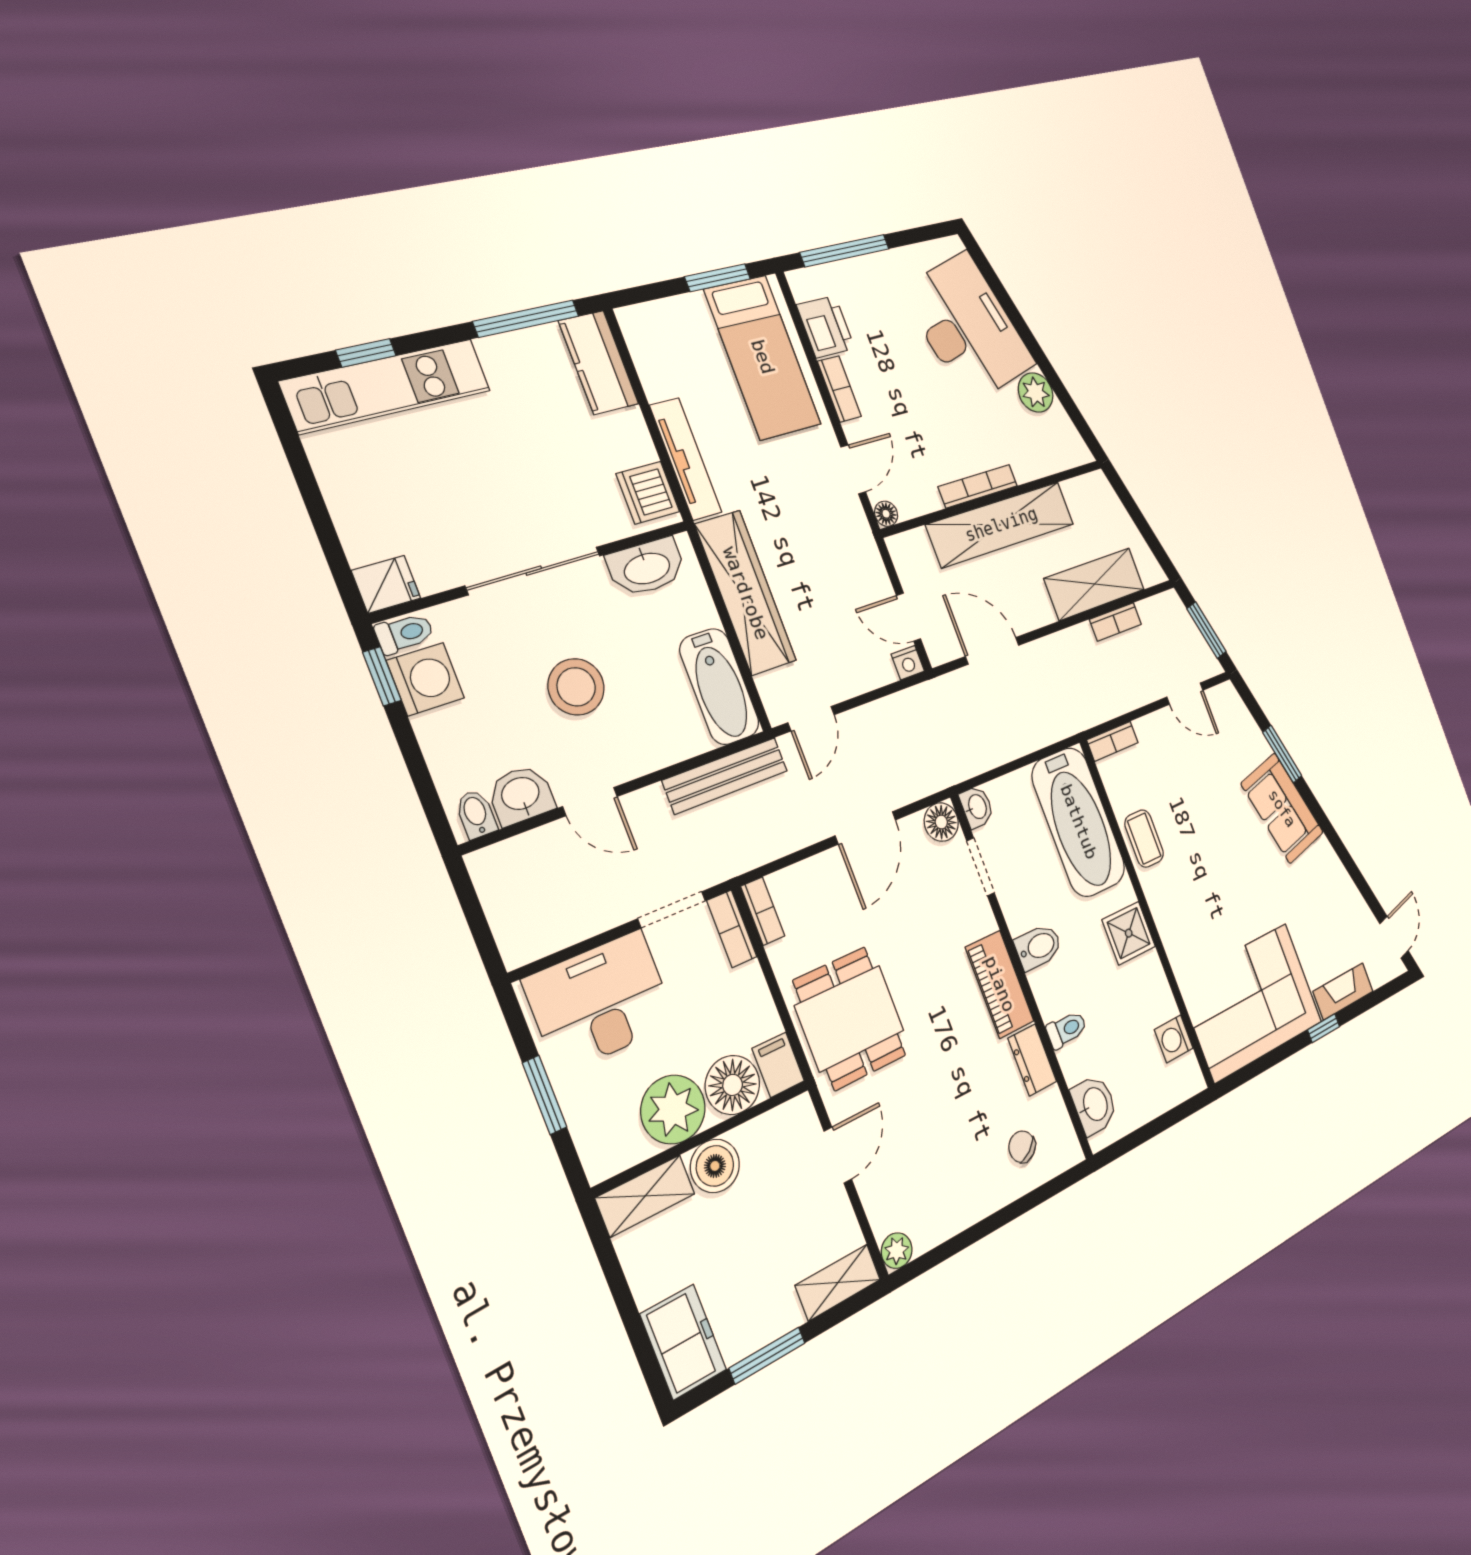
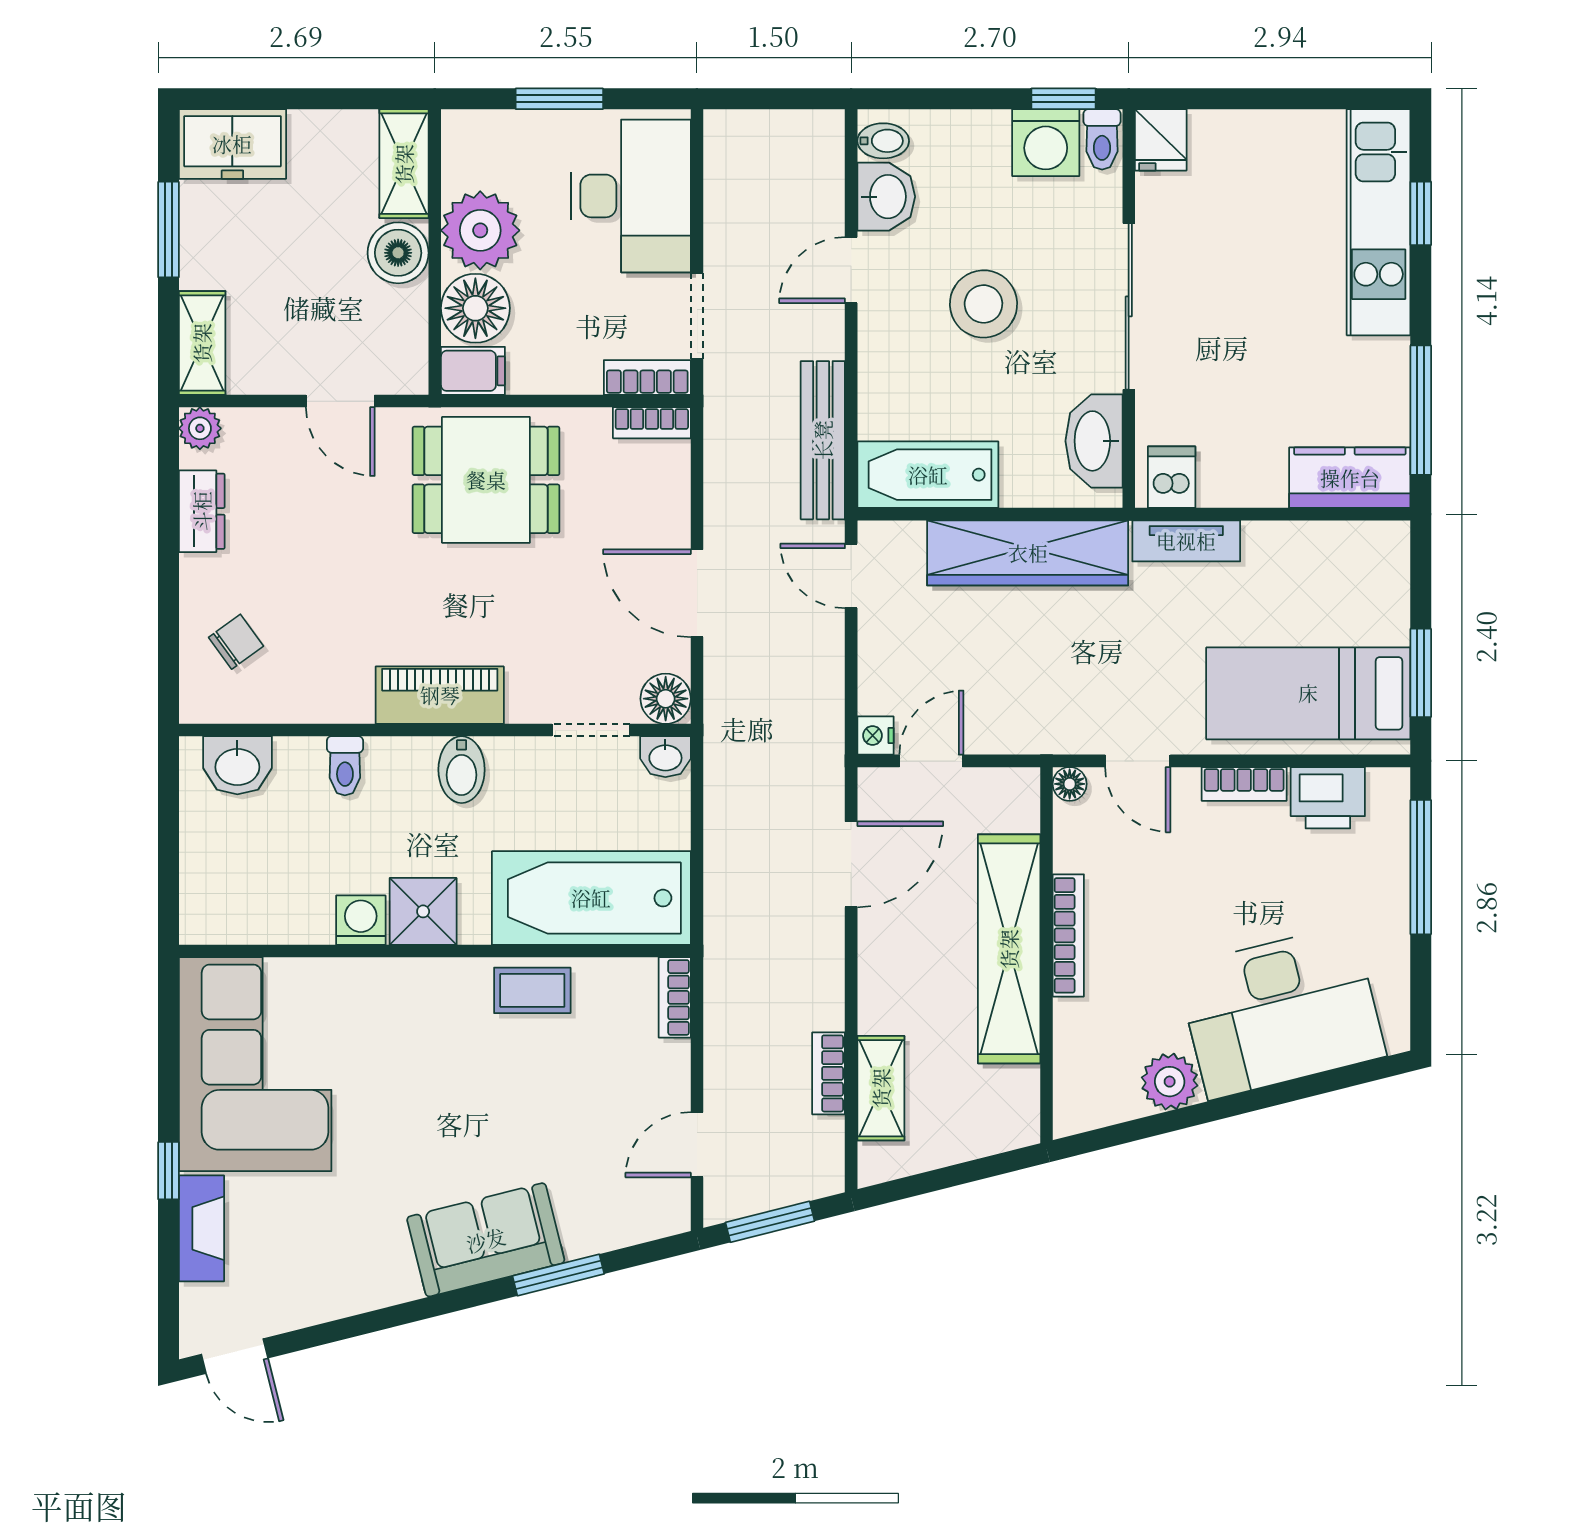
tv unit: (686, 459) -> (1186, 541), width x0.71
dishwasher: (648, 493) -> (1172, 477), width x0.73
shelving: (1094, 584) -> (881, 1088), width x0.67, depth x0.75
washing machine: (1174, 1039) -> (361, 920), moved
dresser: (1032, 1060) -> (202, 511), moved, turned 90

